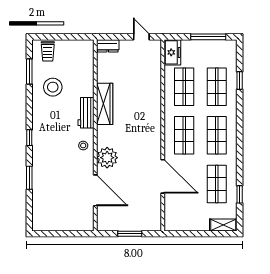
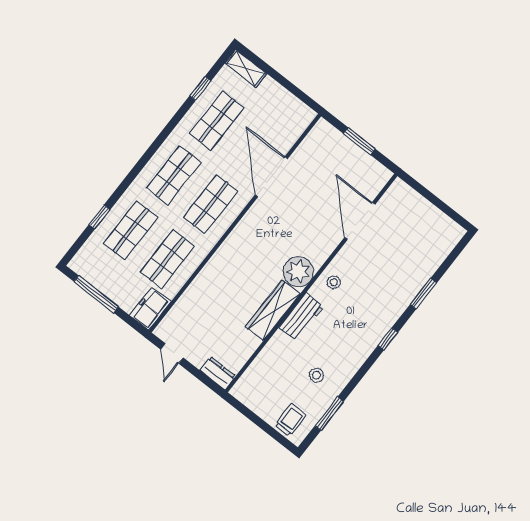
stool: (53, 87) -> (316, 375), width x0.53, depth x0.53
plant: (107, 158) -> (298, 272), moved

